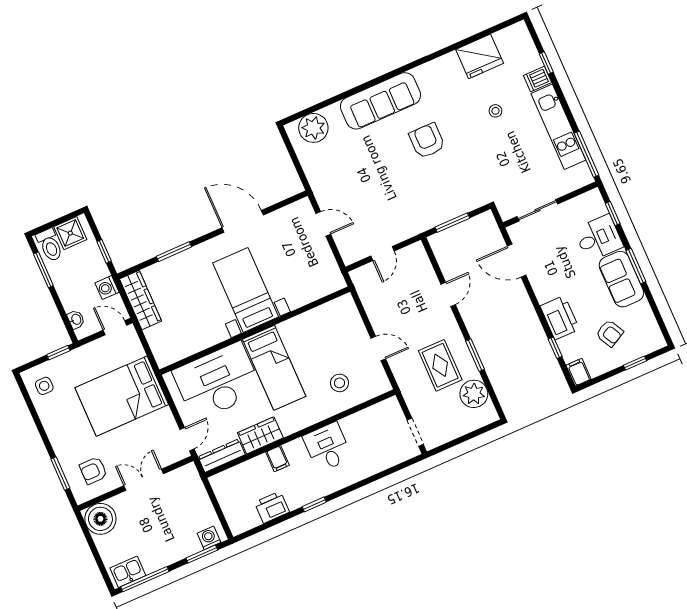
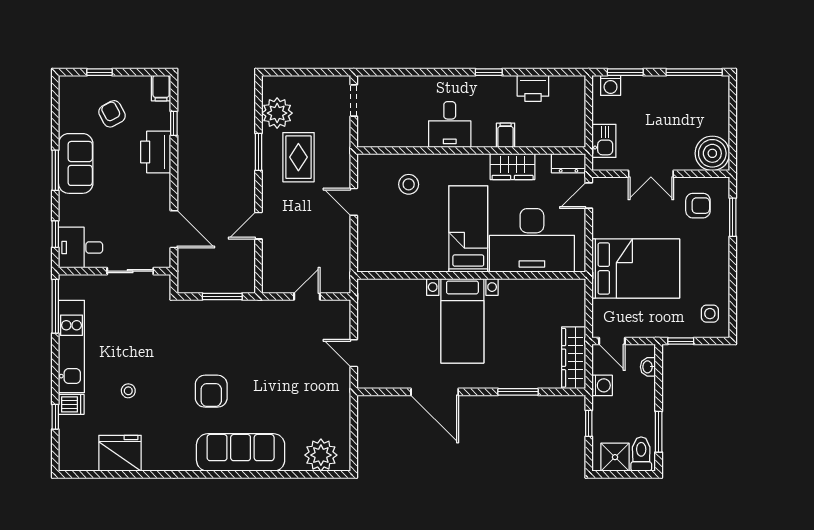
desk: (599, 238) -> (81, 247), moved
dresser: (222, 456) -> (569, 163), width x0.70
kitchen sink: (128, 572) -> (604, 141), moved, turned -90

